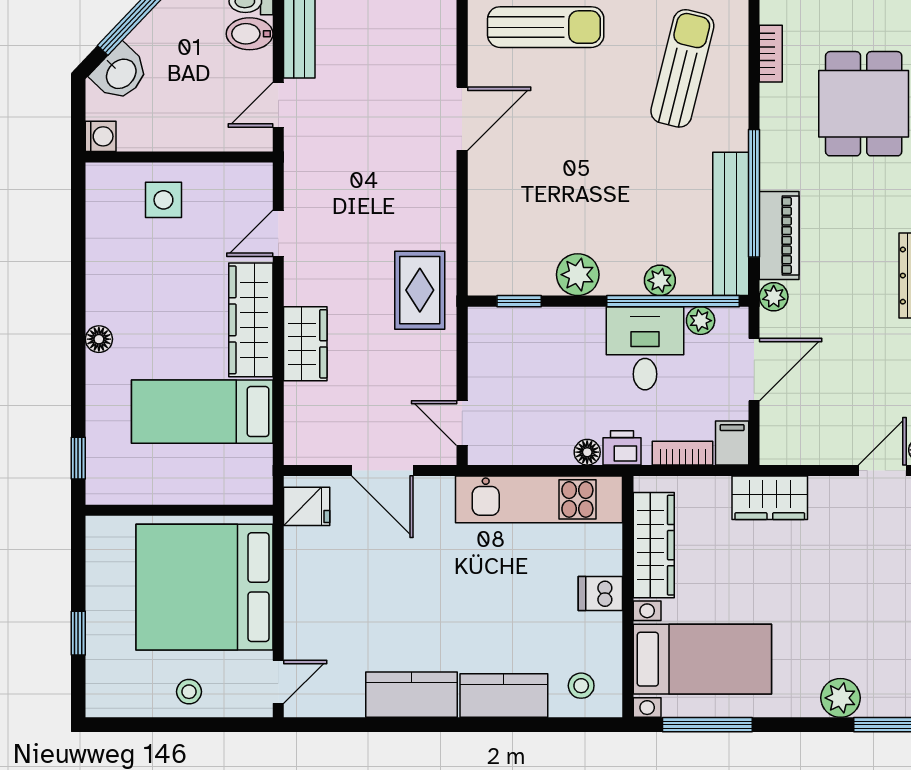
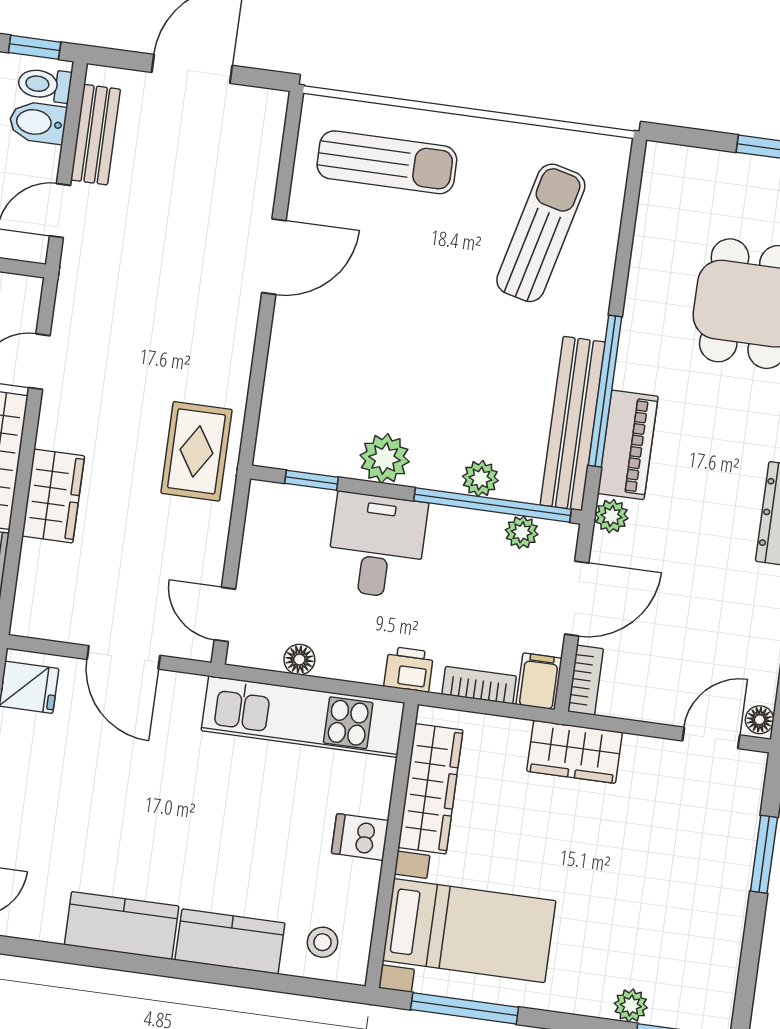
bookcase: (771, 54) -> (586, 680), moved
desk: (645, 348) -> (377, 546), moved
floor lamp: (587, 452) -> (299, 659), moved
plant: (840, 698) -> (631, 1006), width x0.73, depth x0.73

